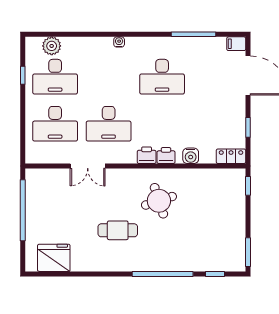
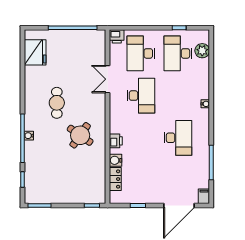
desk: (162, 77) -> (178, 138), turned 180
desk: (109, 124) -> (141, 96), turned 180
printer: (147, 155) -> (117, 36), moved, turned 90
locker: (231, 156) -> (115, 179), moved
round table: (159, 201) -> (80, 135), turned -37
water cooler: (159, 266) -> (29, 136), added

